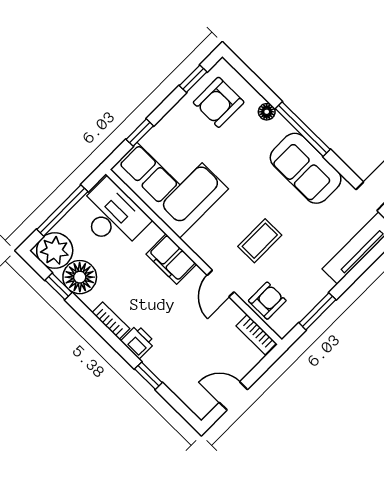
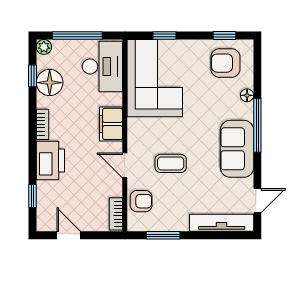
plant: (55, 251) -> (44, 47), width x0.53, depth x0.53
door: (221, 284) -> (125, 165), hinge flipped
printer: (138, 342) -> (50, 160), width x1.87, depth x1.48
window: (148, 376) -> (33, 196), moved

